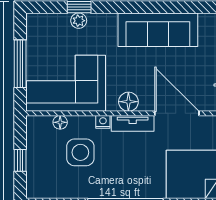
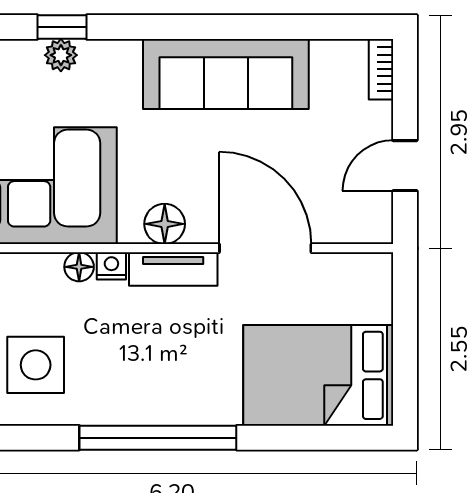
floor lamp: (60, 122) -> (79, 267), moved
side table: (80, 152) -> (36, 365), moved

